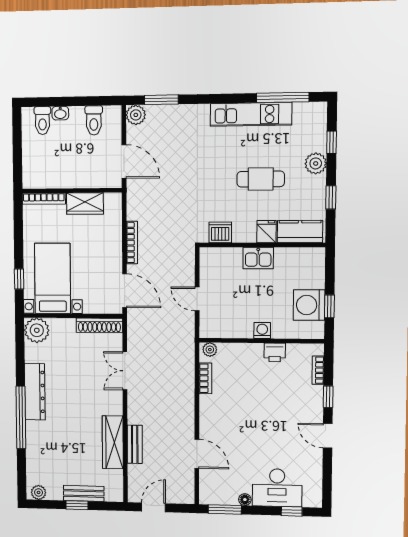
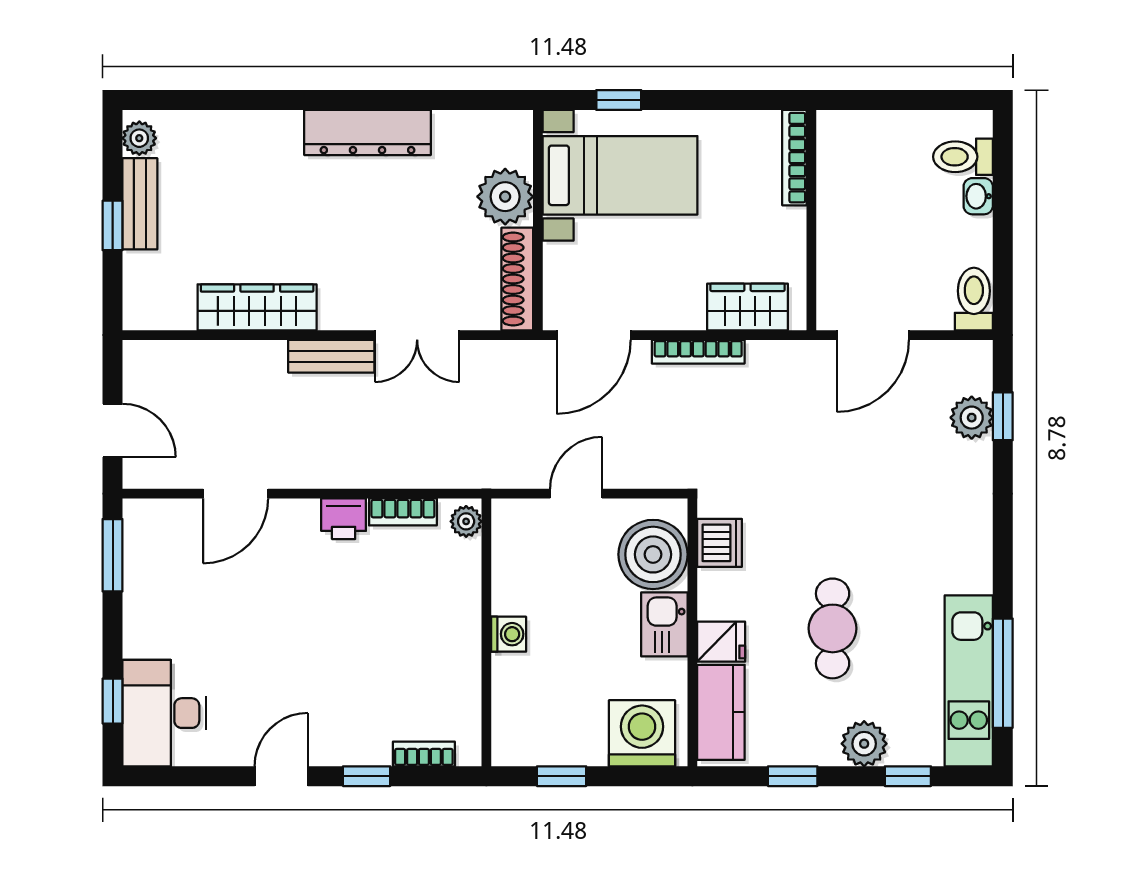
window: (161, 100) -> (1003, 416), width x0.67
kitchen unit: (251, 114) -> (969, 681), moved
plant: (136, 115) -> (972, 418), moved
toilet: (94, 120) -> (974, 299), moved, turned 90
wardrobe: (85, 204) -> (748, 307), moved, turned 90
boiler: (225, 263) -> (653, 554), added
washing machine: (309, 305) -> (642, 733), moved
plant: (37, 330) -> (505, 197), moved
printer: (275, 352) -> (344, 519), moved, turned -90
double door: (125, 371) -> (417, 335), swing flipped
window: (21, 417) -> (309, 100), removed
bench: (135, 444) -> (331, 356), moved
desk: (277, 488) -> (164, 713), moved
bench: (84, 493) -> (140, 204), moved
floor lamp: (245, 500) -> (136, 599), removed
door: (153, 507) -> (113, 430), moved

